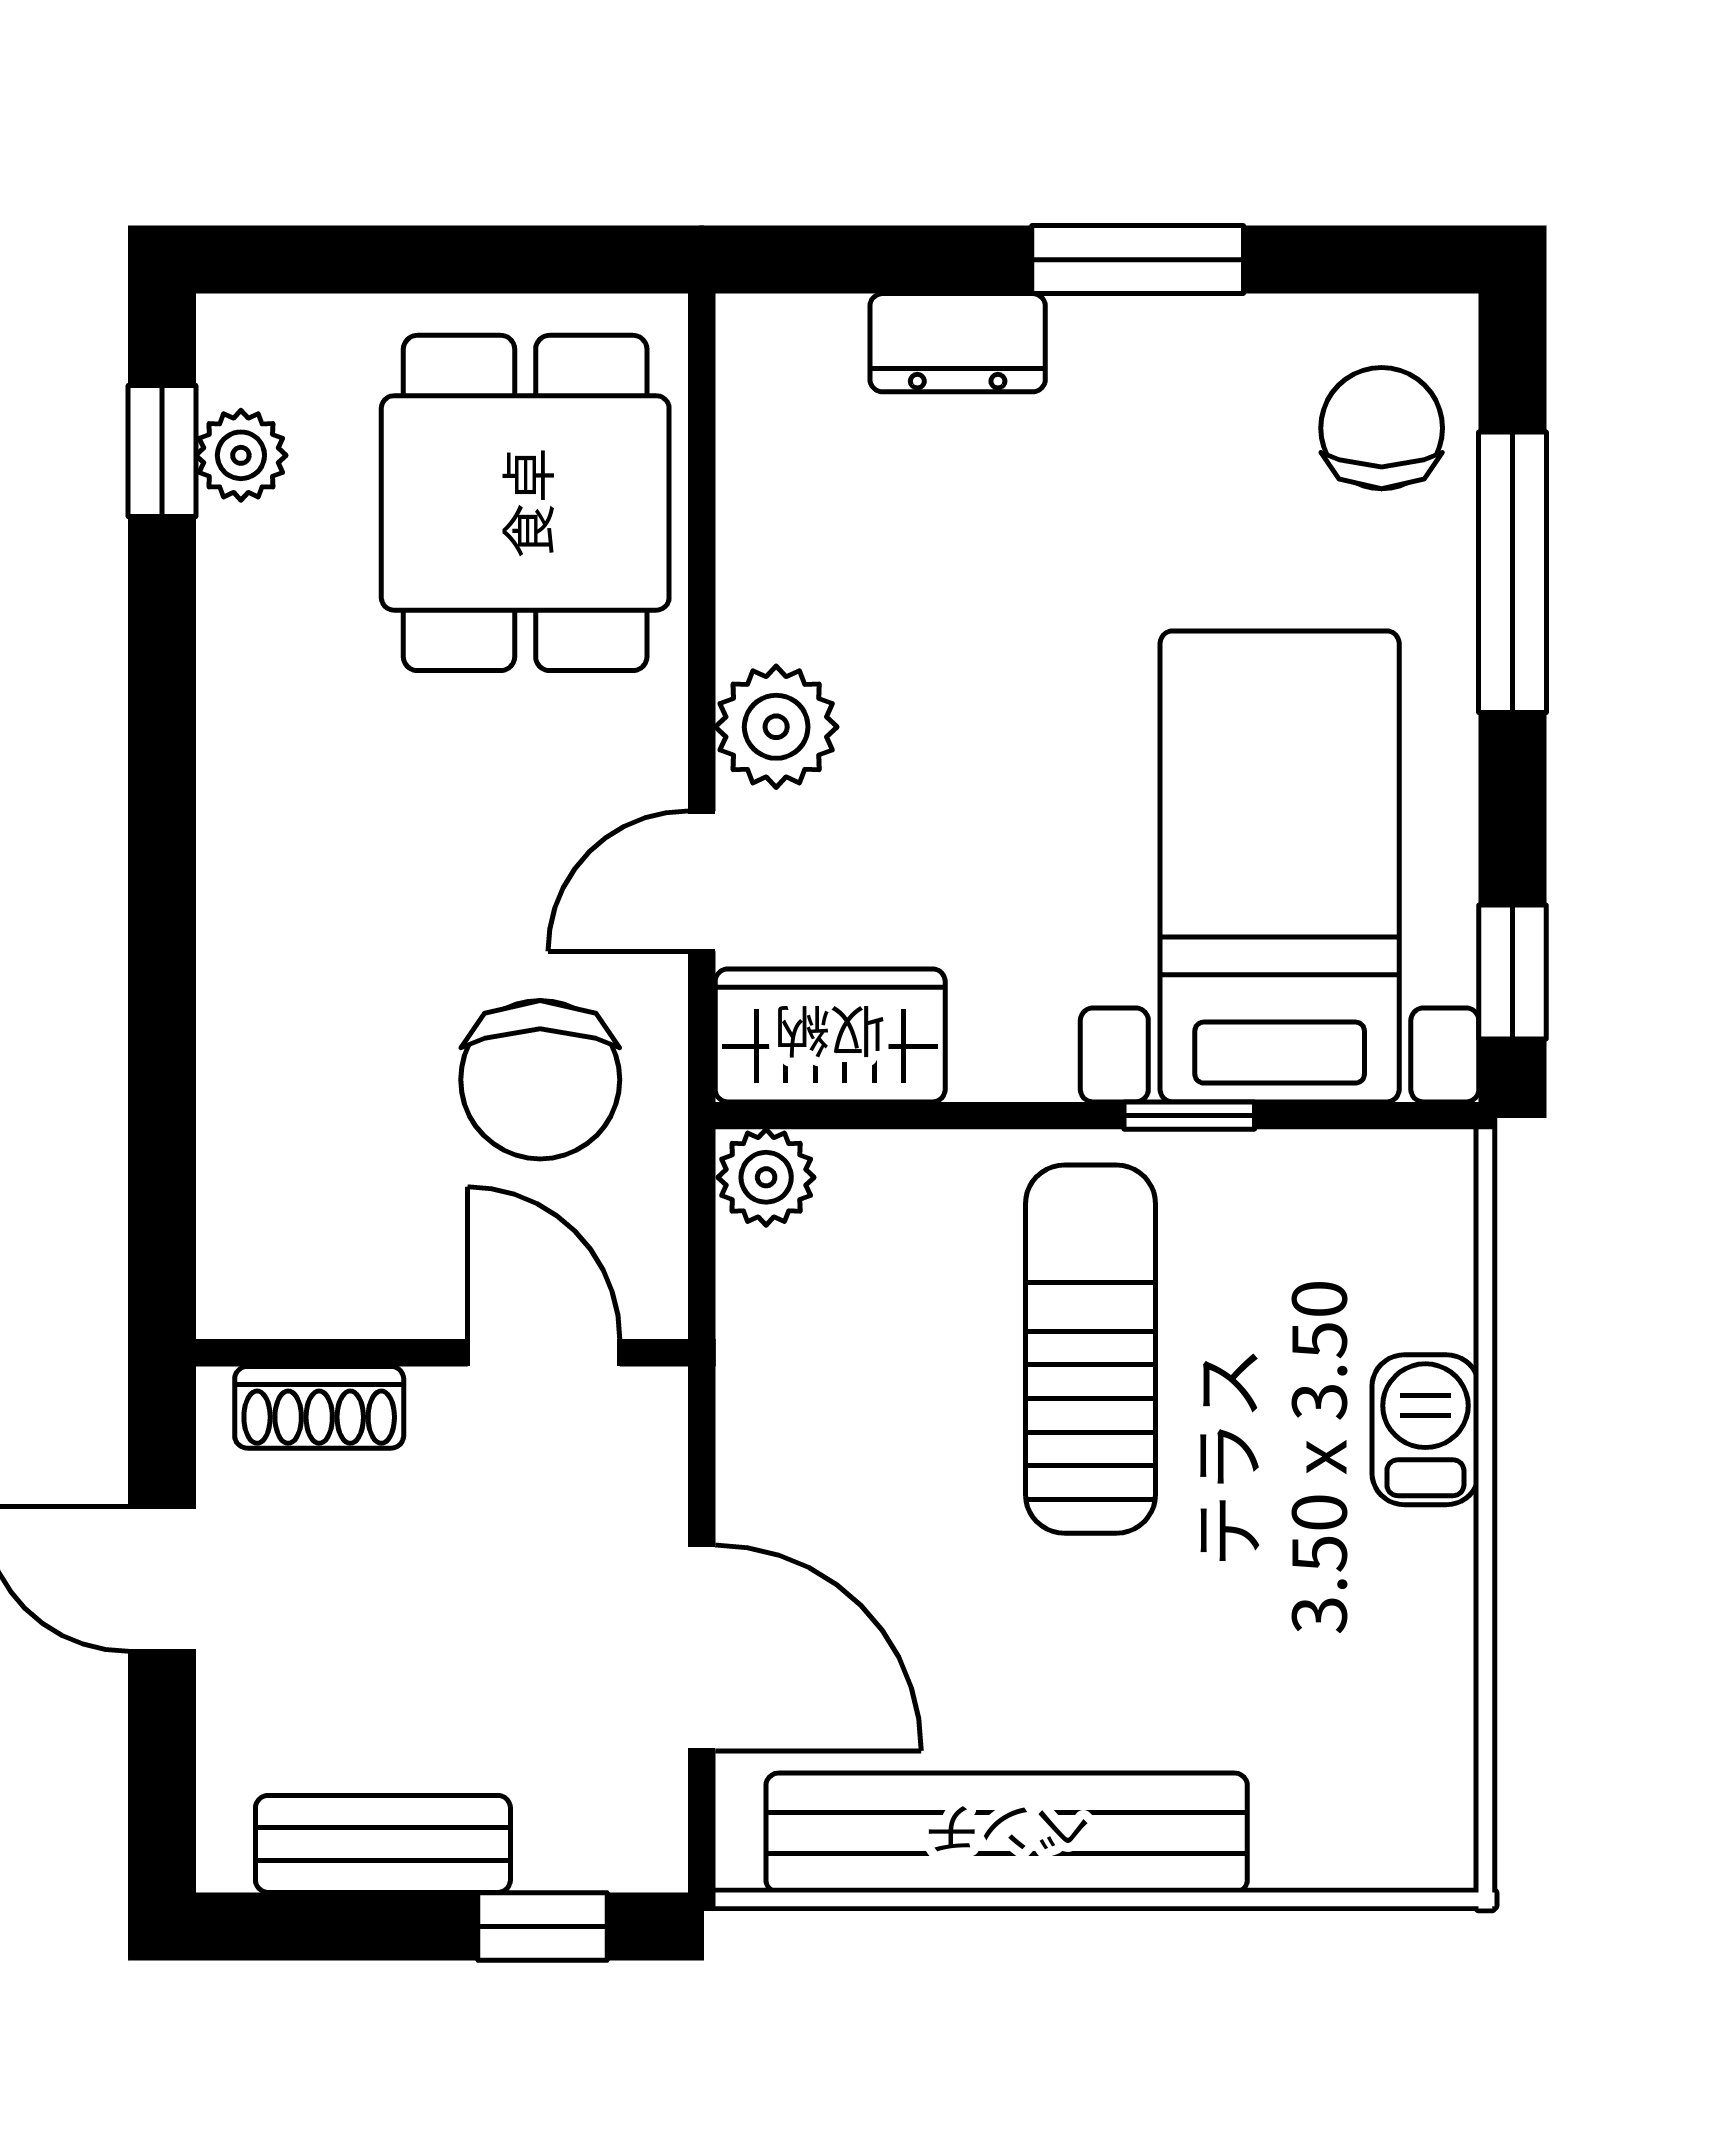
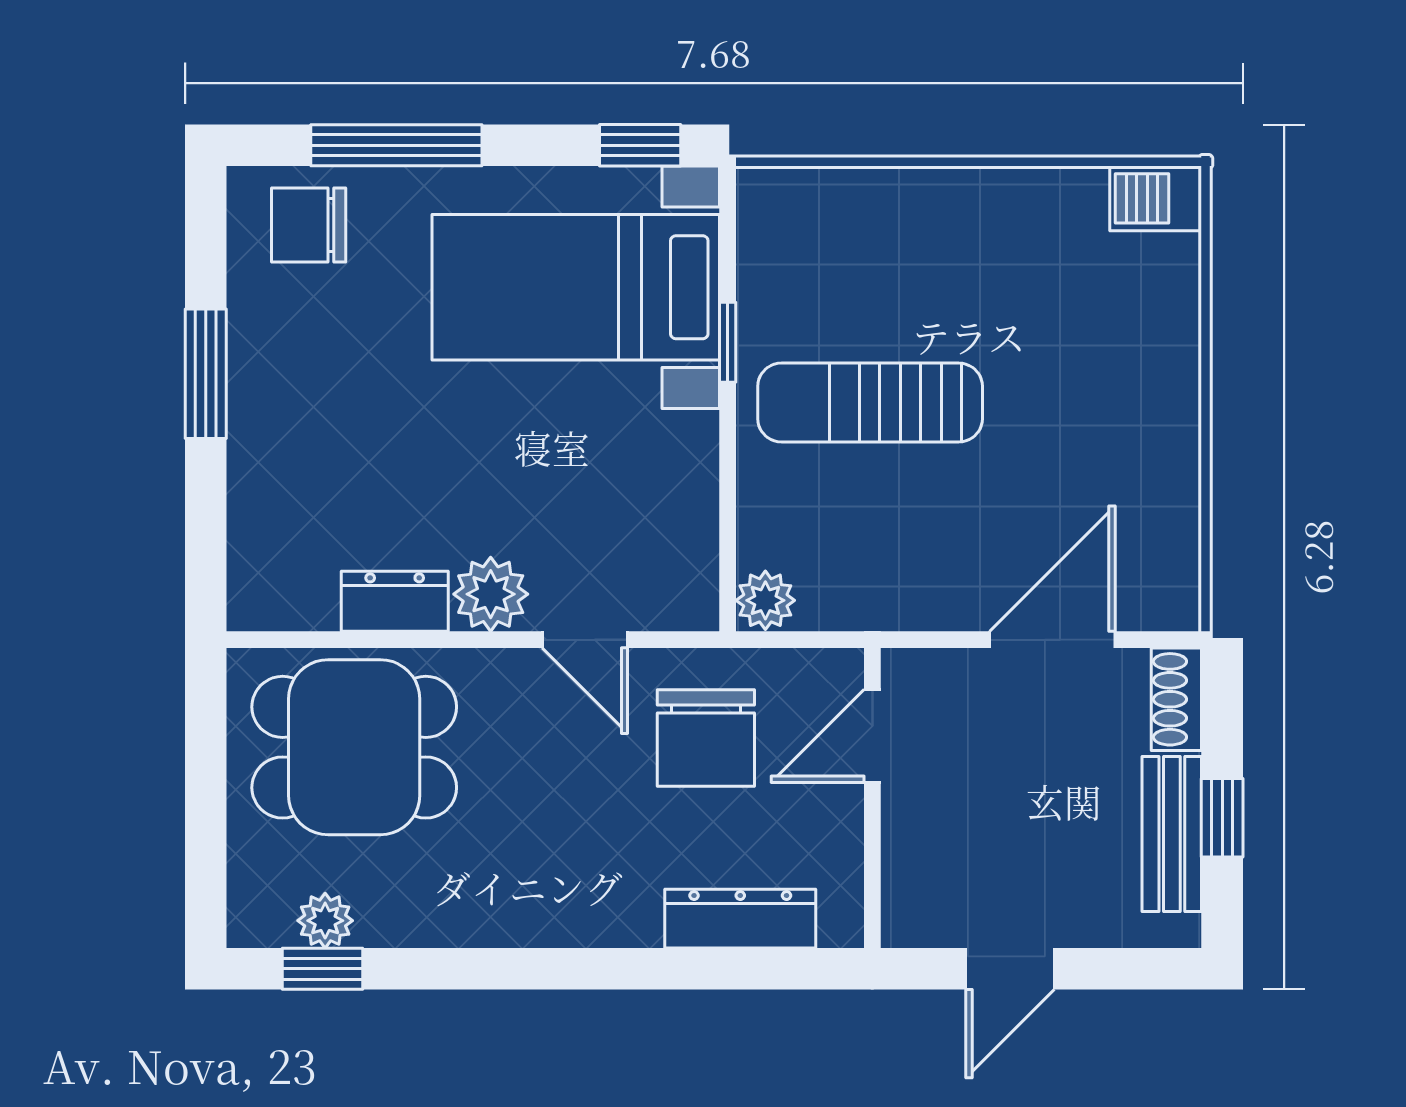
dresser: (958, 343) -> (395, 601), moved, turned -90
wardrobe: (830, 1035) -> (679, 561), removed
chair: (540, 1080) -> (706, 738), turned 90
dresser: (244, 1136) -> (740, 919), added
shoe rack: (319, 1407) -> (1176, 699), moved, turned 180
barbecue: (1425, 1430) -> (1156, 198), moved
bench: (1007, 1833) -> (1165, 454), removed
window: (543, 1926) -> (1222, 818), moved

